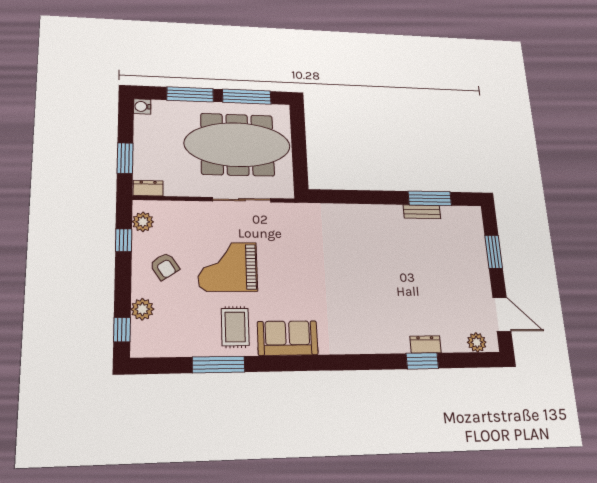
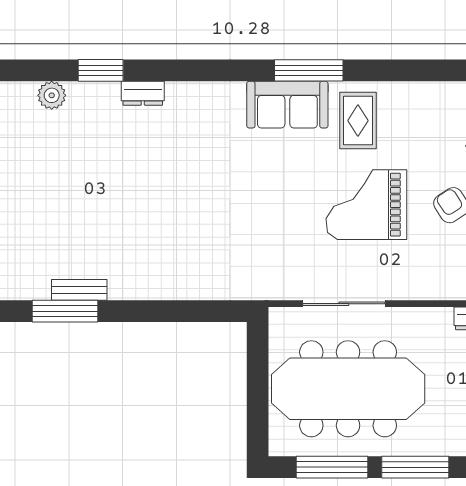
grand piano: (228, 267) -> (366, 205), turned 180
plant: (477, 342) -> (52, 95), moved
dresser: (425, 344) -> (143, 93), moved
window: (219, 365) -> (309, 70), moved

